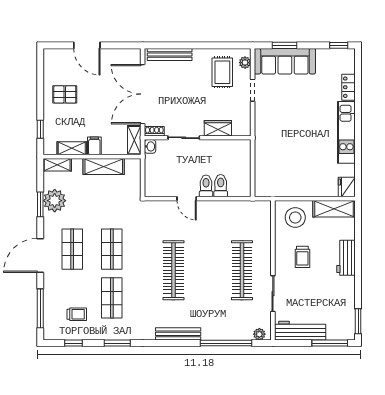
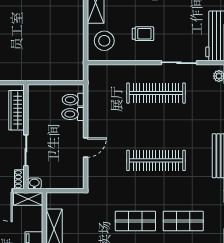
wardrobe: (218, 128) -> (16, 110), width x1.50
toilet: (206, 186) -> (73, 100), moved

